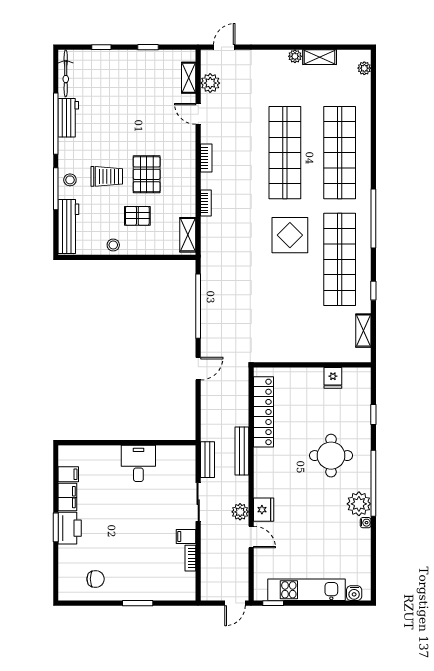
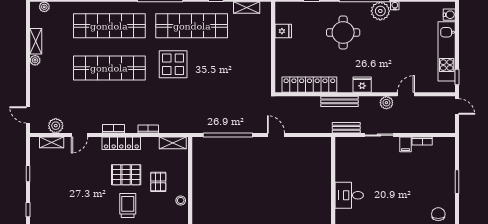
locker: (187, 168) -> (121, 143), added
desk: (138, 463) -> (349, 195), moved
fridge: (264, 510) -> (362, 85), moved

